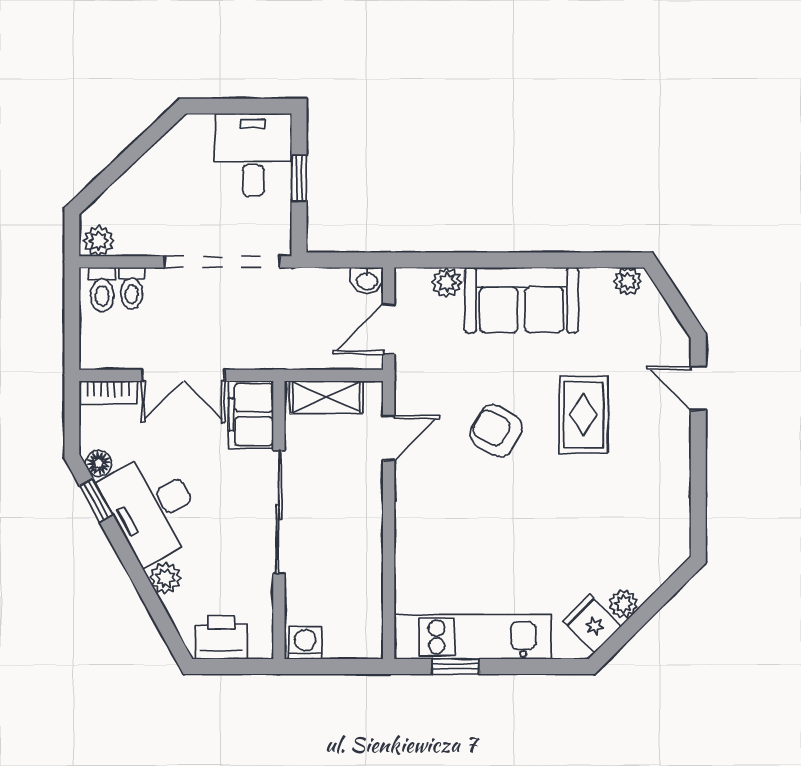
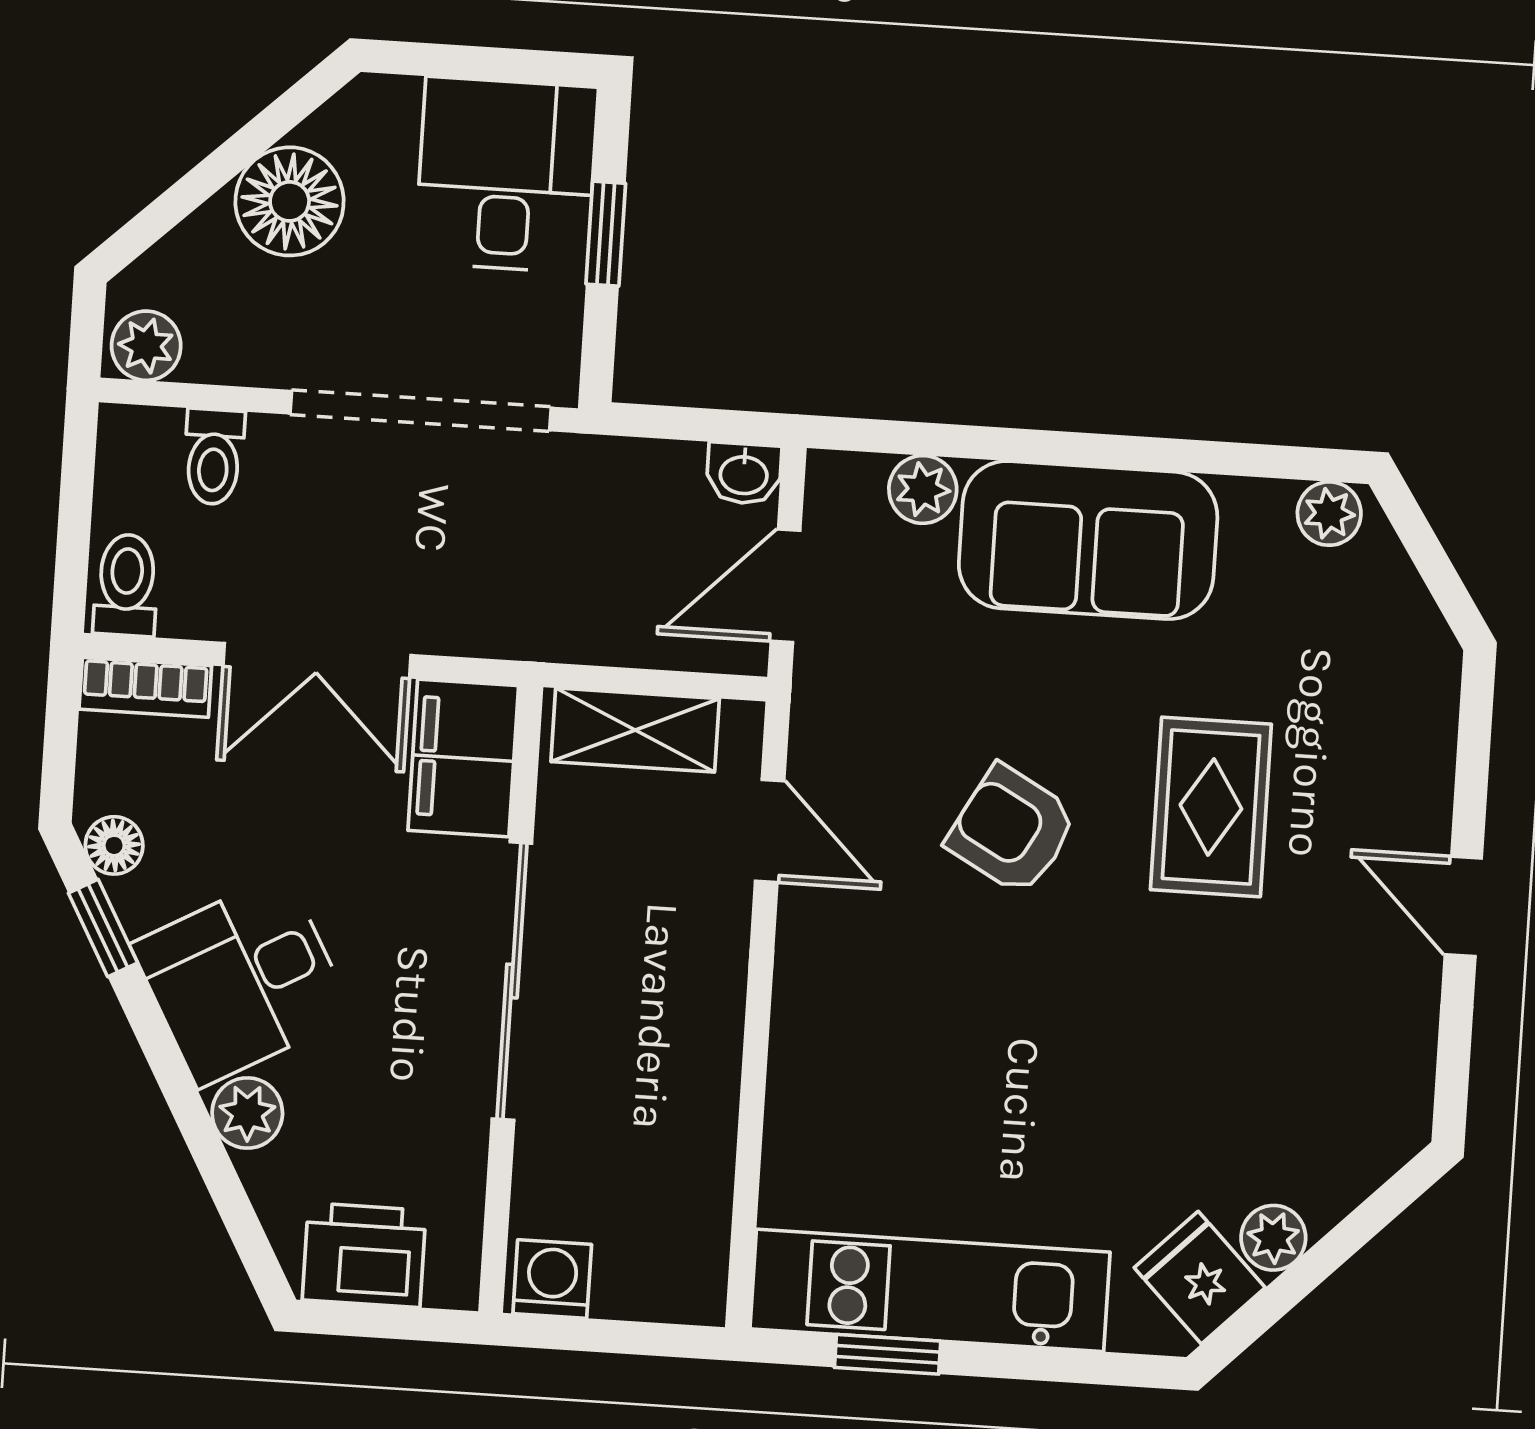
floor lamp: (158, 173) -> (290, 201), added
toilet: (102, 290) -> (126, 585), moved, turned 180
door: (698, 388) -> (1463, 906), moved
door: (389, 438) -> (770, 831), hinge flipped
desk: (153, 507) -> (242, 980), width x0.73

